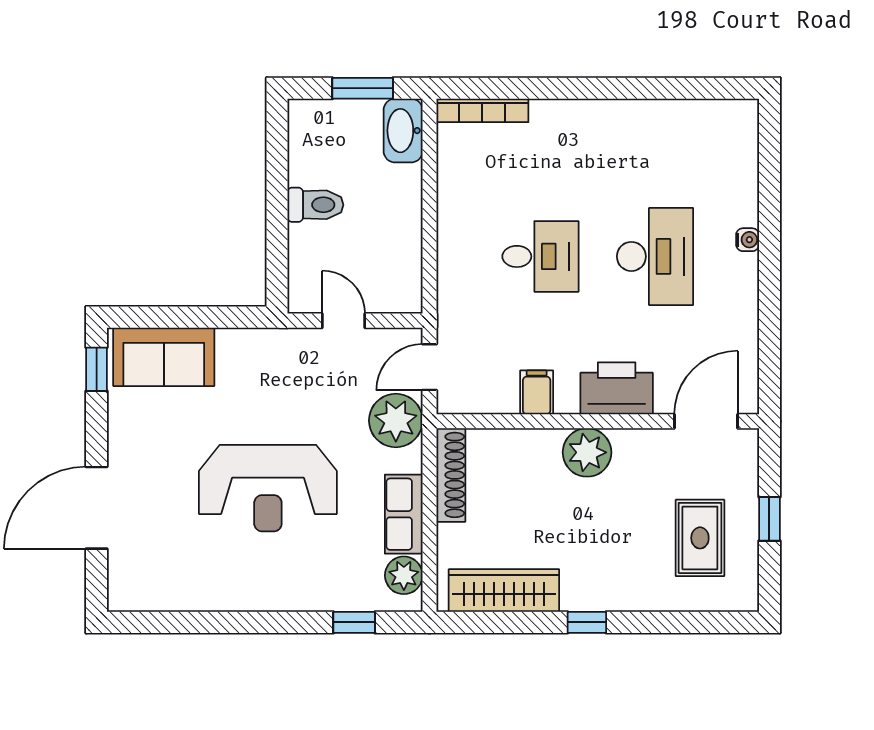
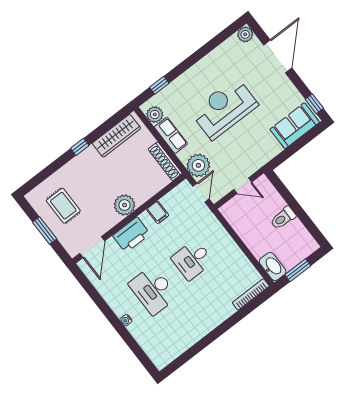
window: (769, 519) -> (45, 231), width x1.50
plant: (125, 594) -> (245, 34), added

